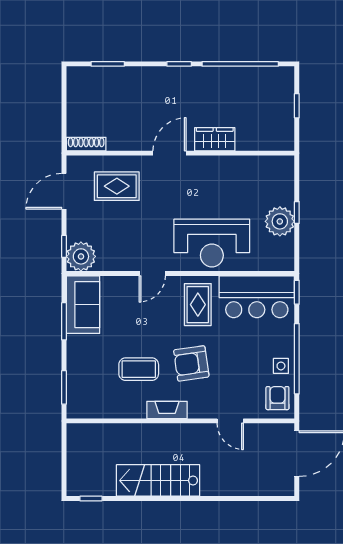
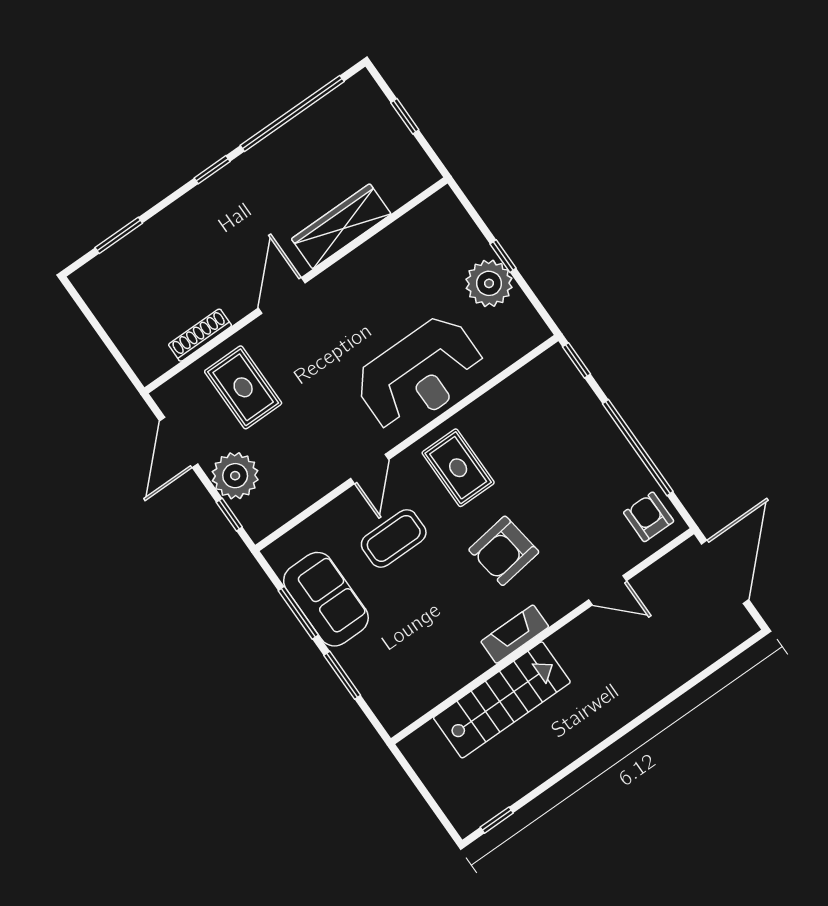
wardrobe: (215, 139) -> (341, 226), width x1.50
shoe rack: (86, 144) -> (200, 335), moved
rug: (117, 186) -> (243, 387), turned 90
plant: (81, 256) -> (235, 476), moved
bar counter: (257, 297) -> (528, 403), removed
sofa: (83, 305) -> (326, 599), moved
side table: (281, 366) -> (624, 472), removed
coffee table: (139, 369) -> (394, 538), moved
window: (64, 387) -> (342, 675), moved
stairs: (158, 480) -> (502, 700), moved, turned 180

